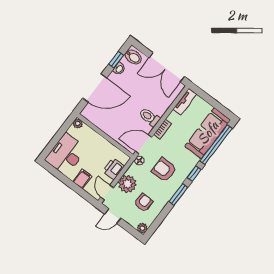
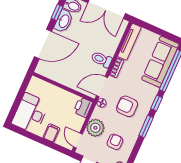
washbasin: (119, 69) -> (64, 21), width x1.91, depth x1.45
tv unit: (185, 102) -> (129, 42), width x1.41
plant: (78, 124) -> (35, 81), removed
printer: (114, 169) -> (83, 107), moved

